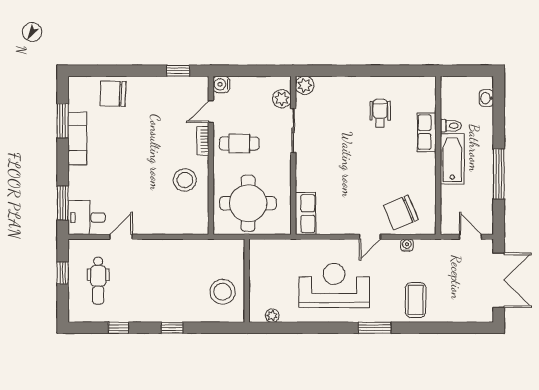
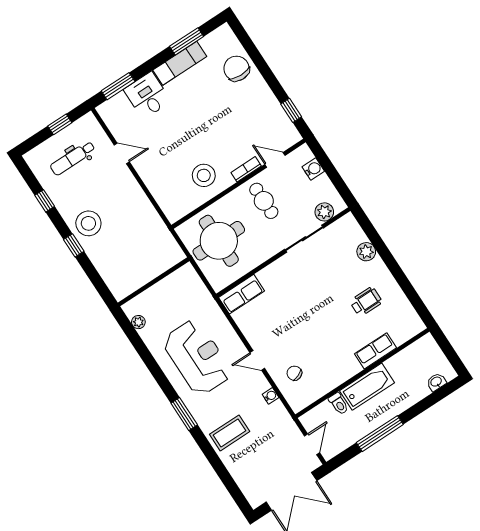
water cooler: (221, 84) -> (313, 169), moved, turned 90
plant: (305, 85) -> (366, 252), moved
toilet: (451, 126) -> (339, 404), moved
chair: (401, 213) -> (294, 373), width x0.54, depth x0.54
desk: (87, 217) -> (147, 95), moved
stool: (223, 292) -> (88, 223), moved

